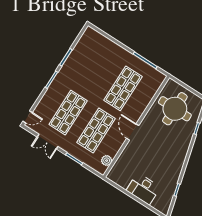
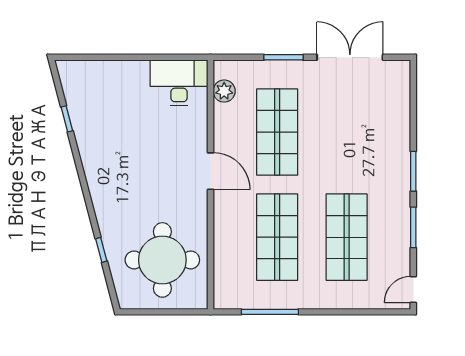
shop shelf: (68, 113) -> (347, 237), moved
door: (28, 117) -> (413, 289), moved
double door: (48, 142) -> (350, 57), width x1.37
desk: (143, 189) -> (179, 83), moved

